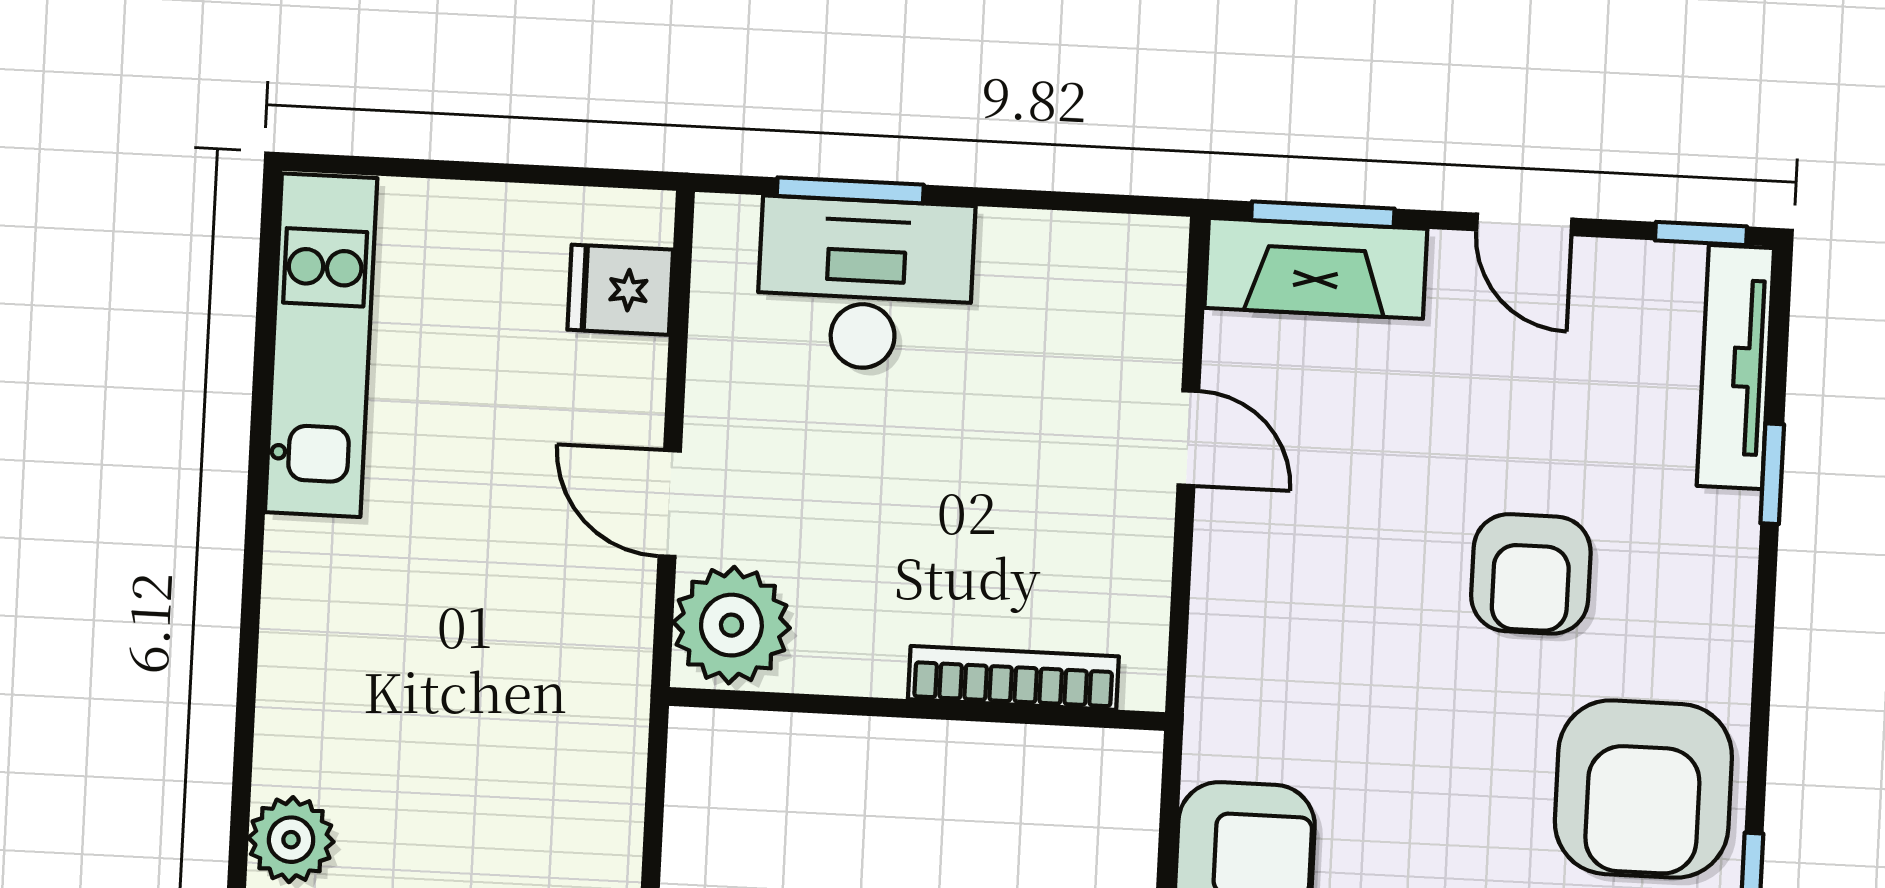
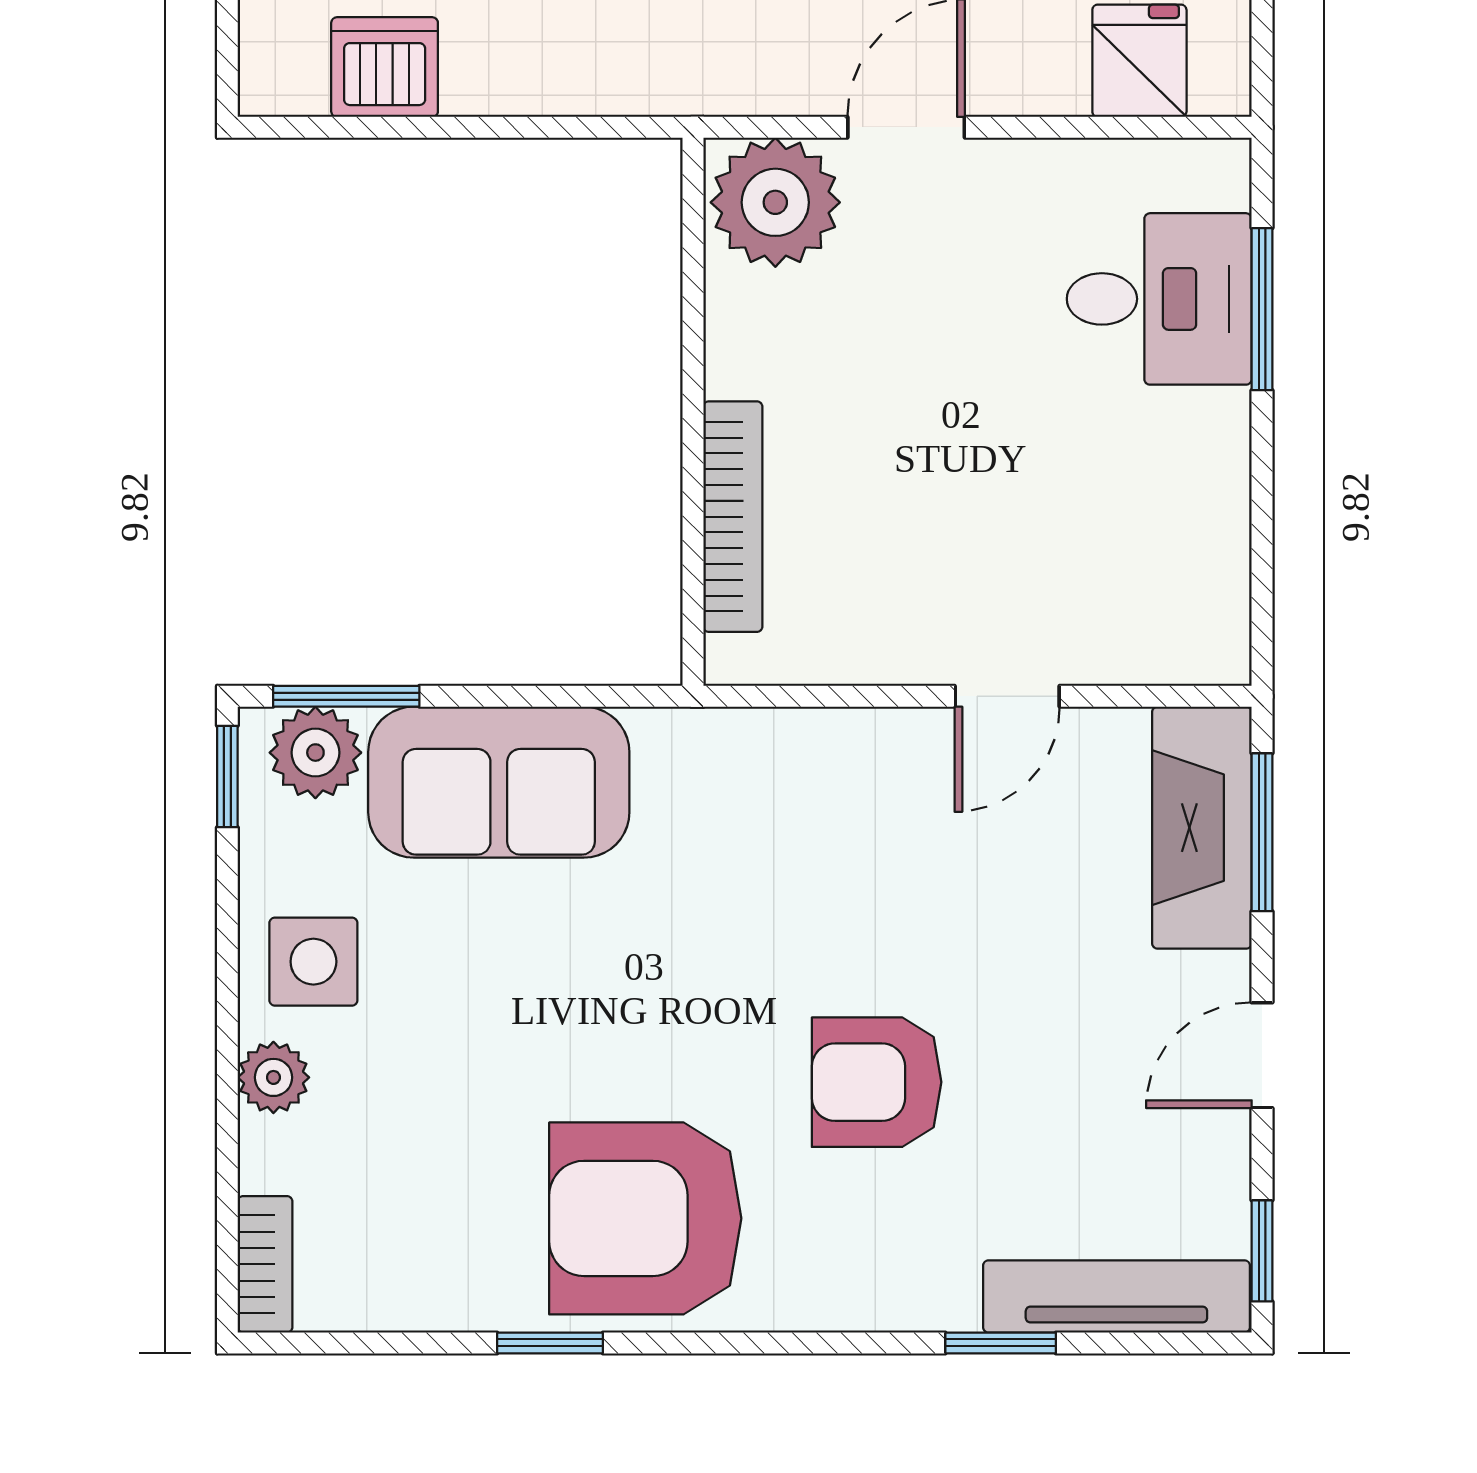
desk: (865, 284) -> (1159, 299), width x0.73

